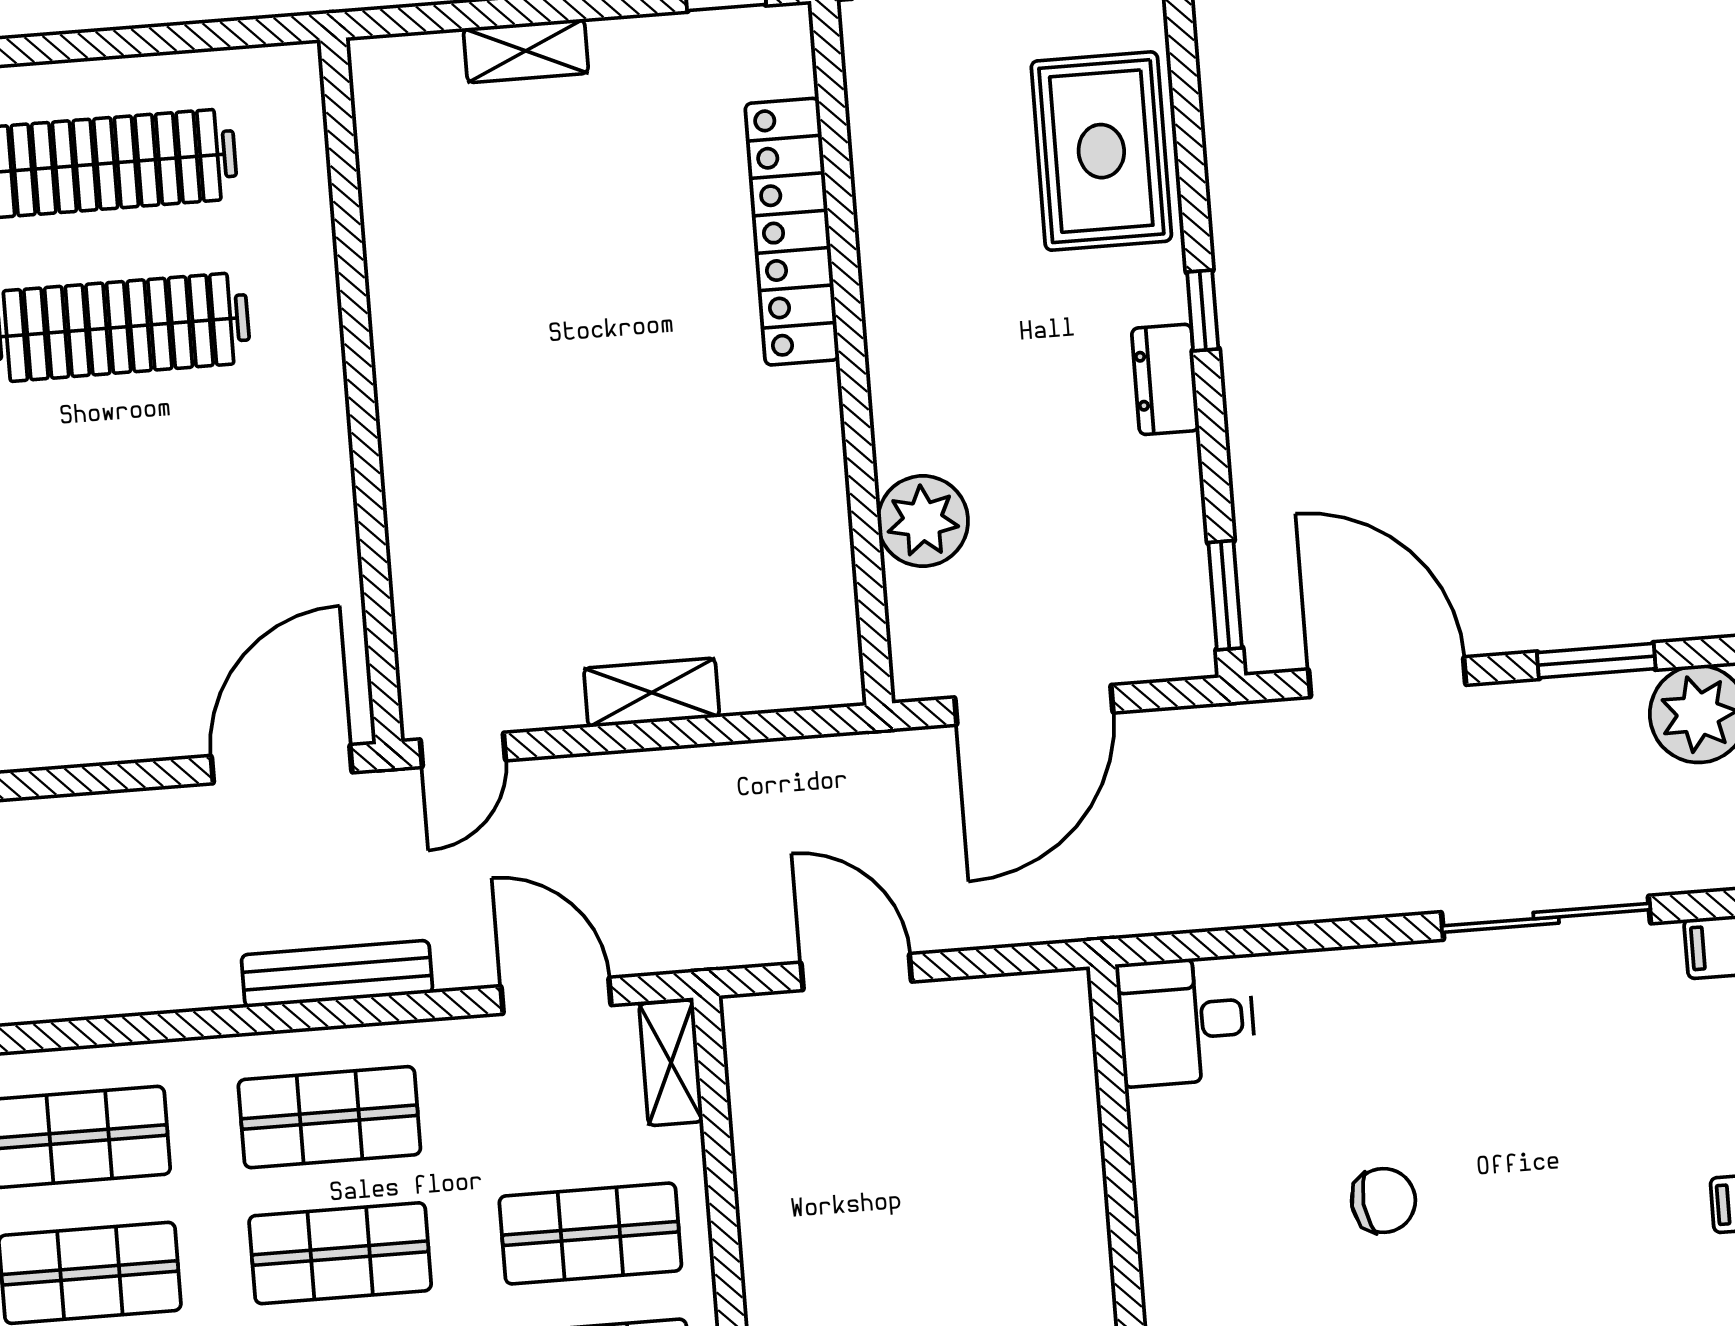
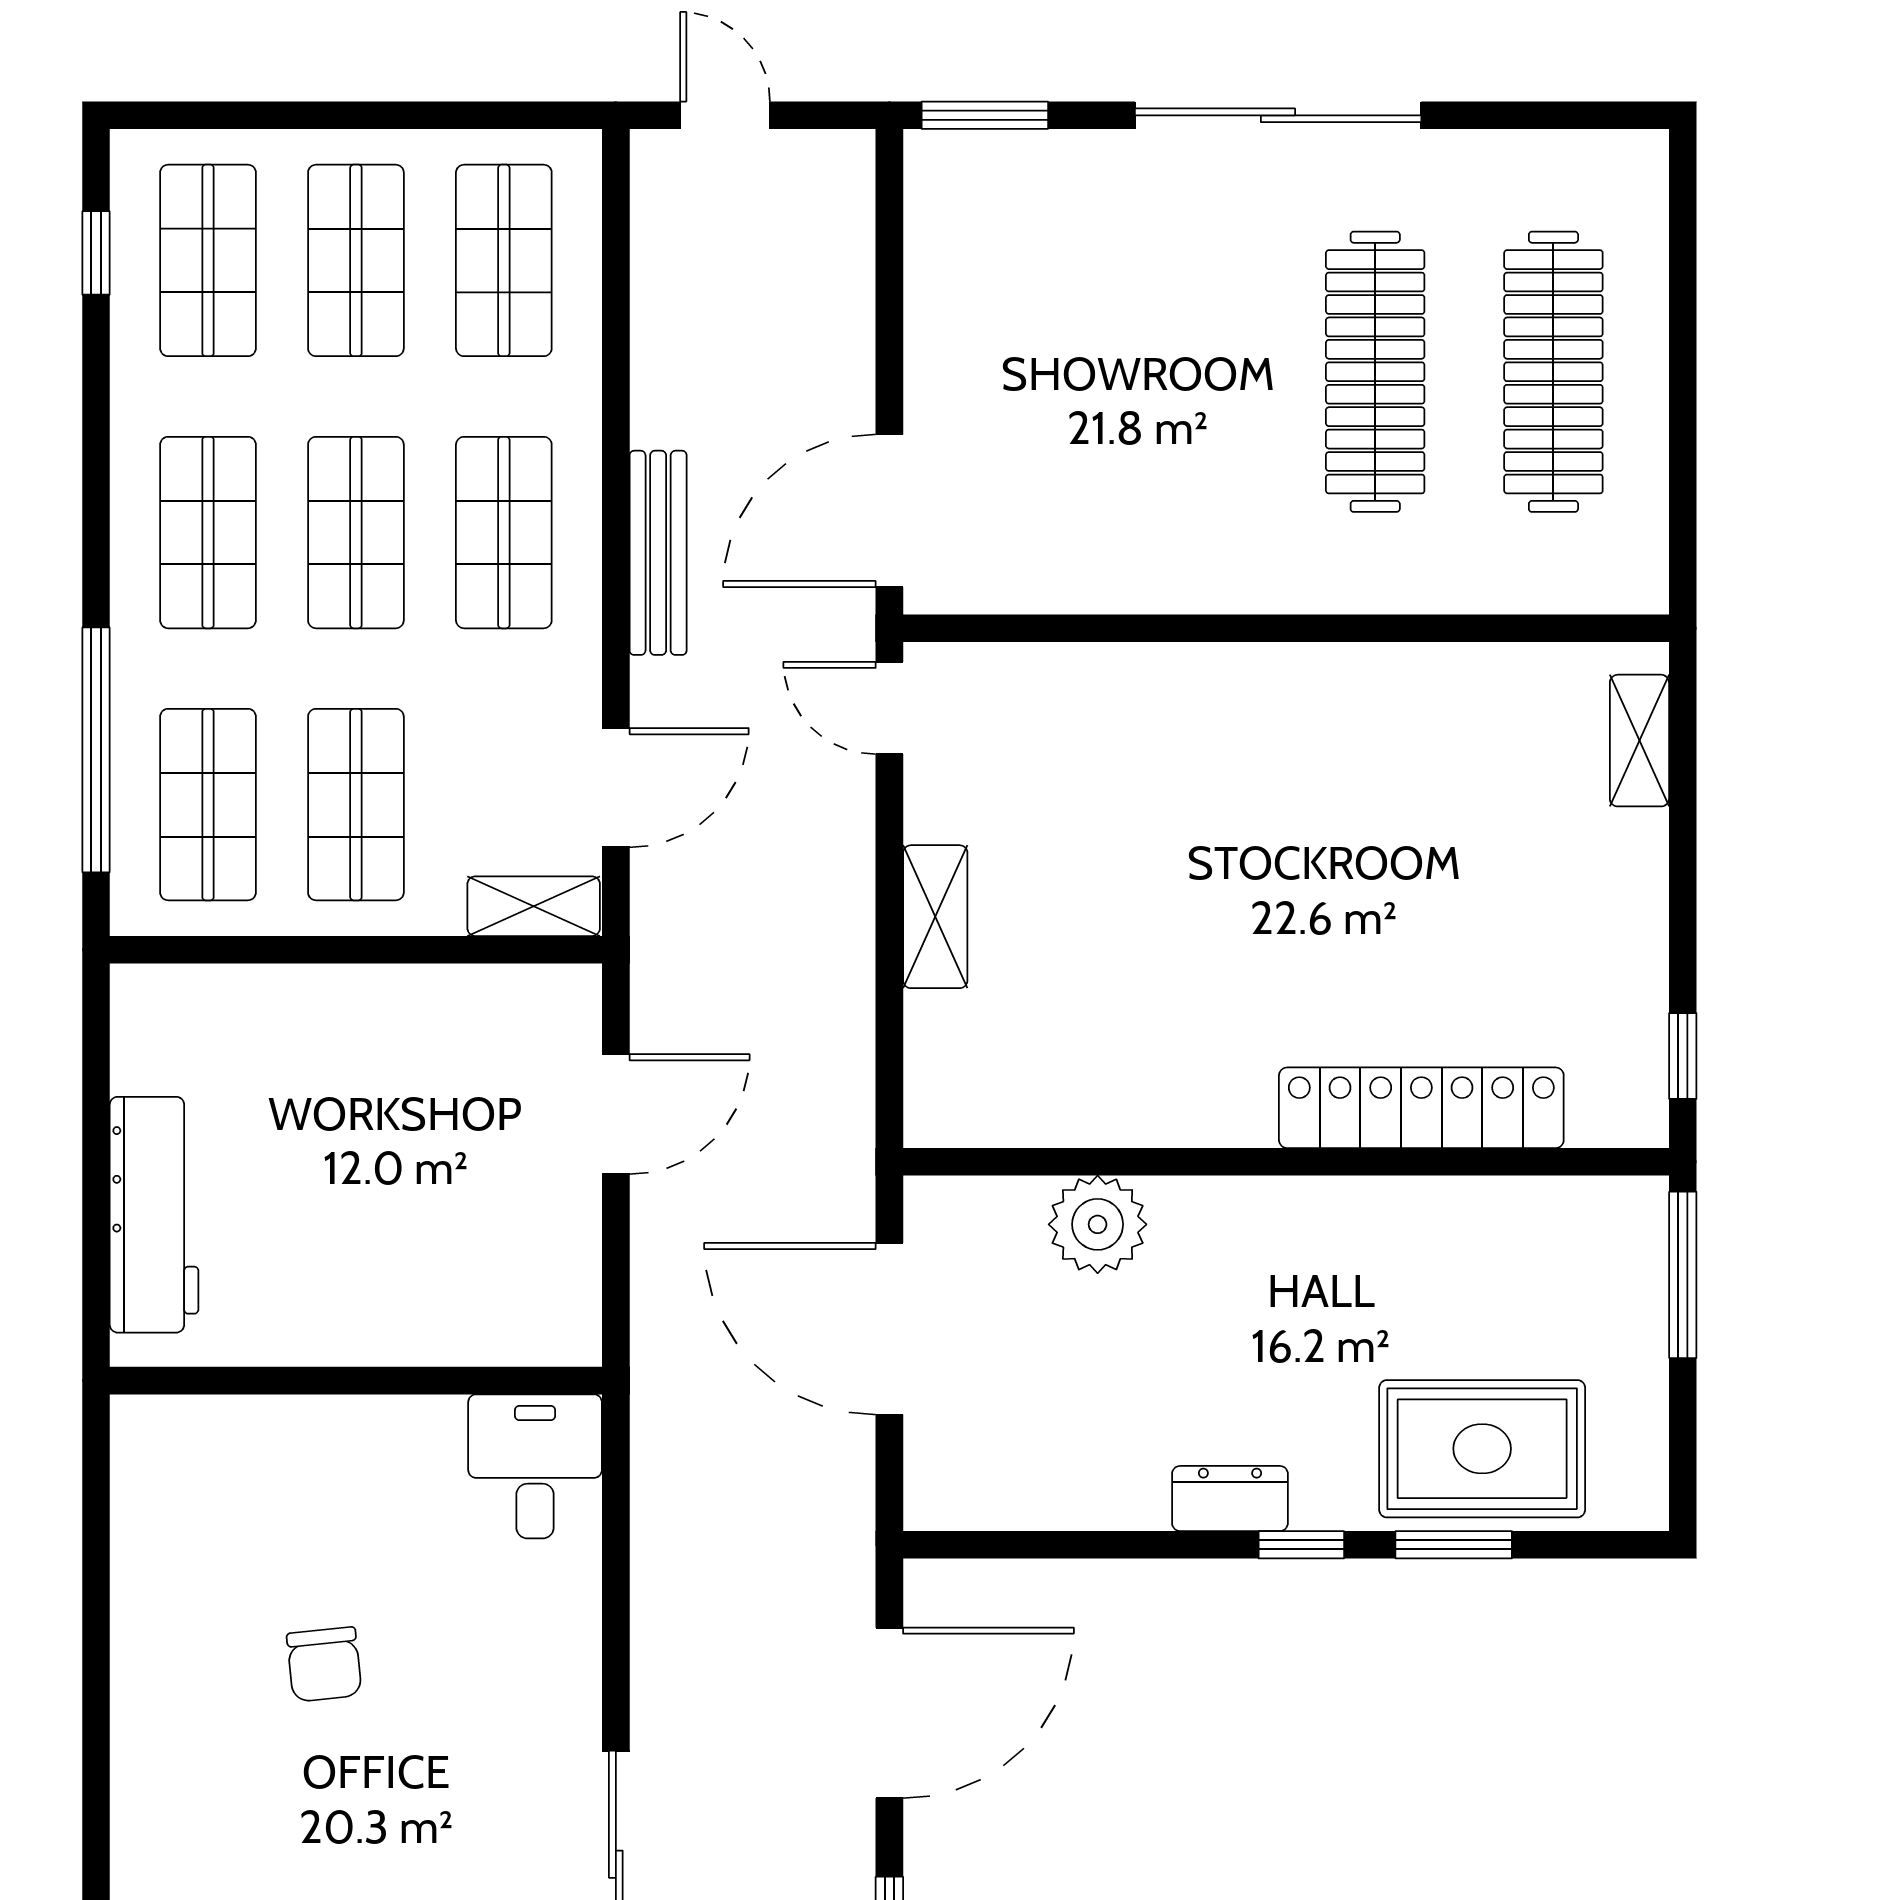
shelving: (526, 51) -> (1639, 741), moved
window: (1225, 595) -> (1454, 1545), moved
door: (282, 764) -> (889, 511), swing flipped

